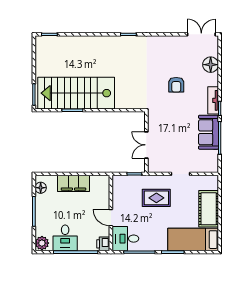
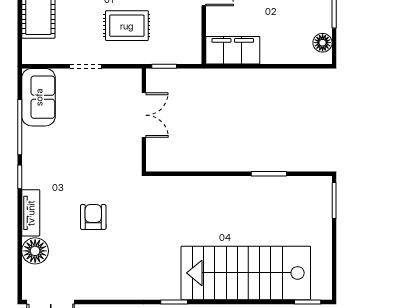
stairs: (76, 93) -> (246, 273), moved, turned 180
tv unit: (213, 100) -> (31, 213), moved
sofa: (209, 132) -> (39, 97), moved
filing cabinet: (73, 183) -> (233, 50), moved

